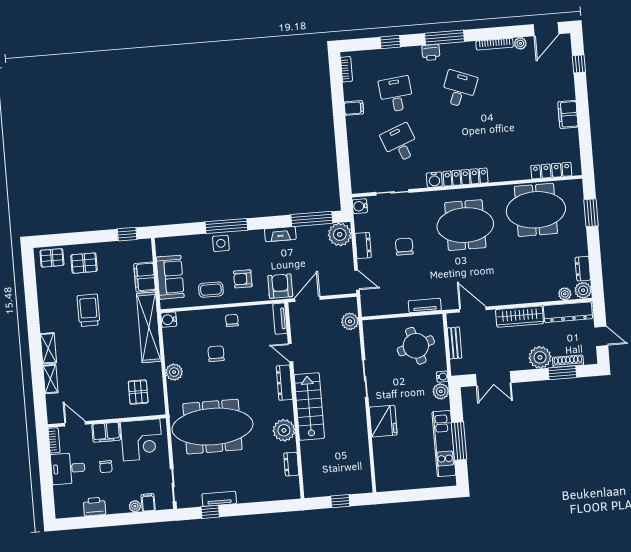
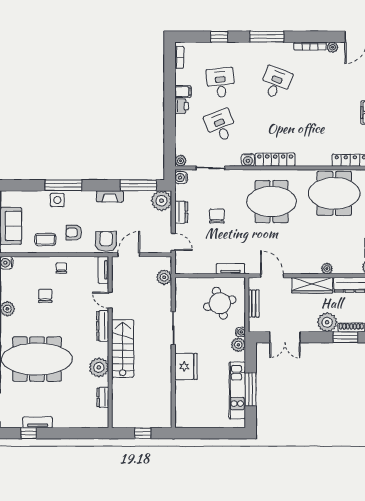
printer: (431, 52) -> (182, 106), moved, turned -90
plant: (358, 187) -> (180, 161), added
plant: (565, 294) -> (327, 269), moved

